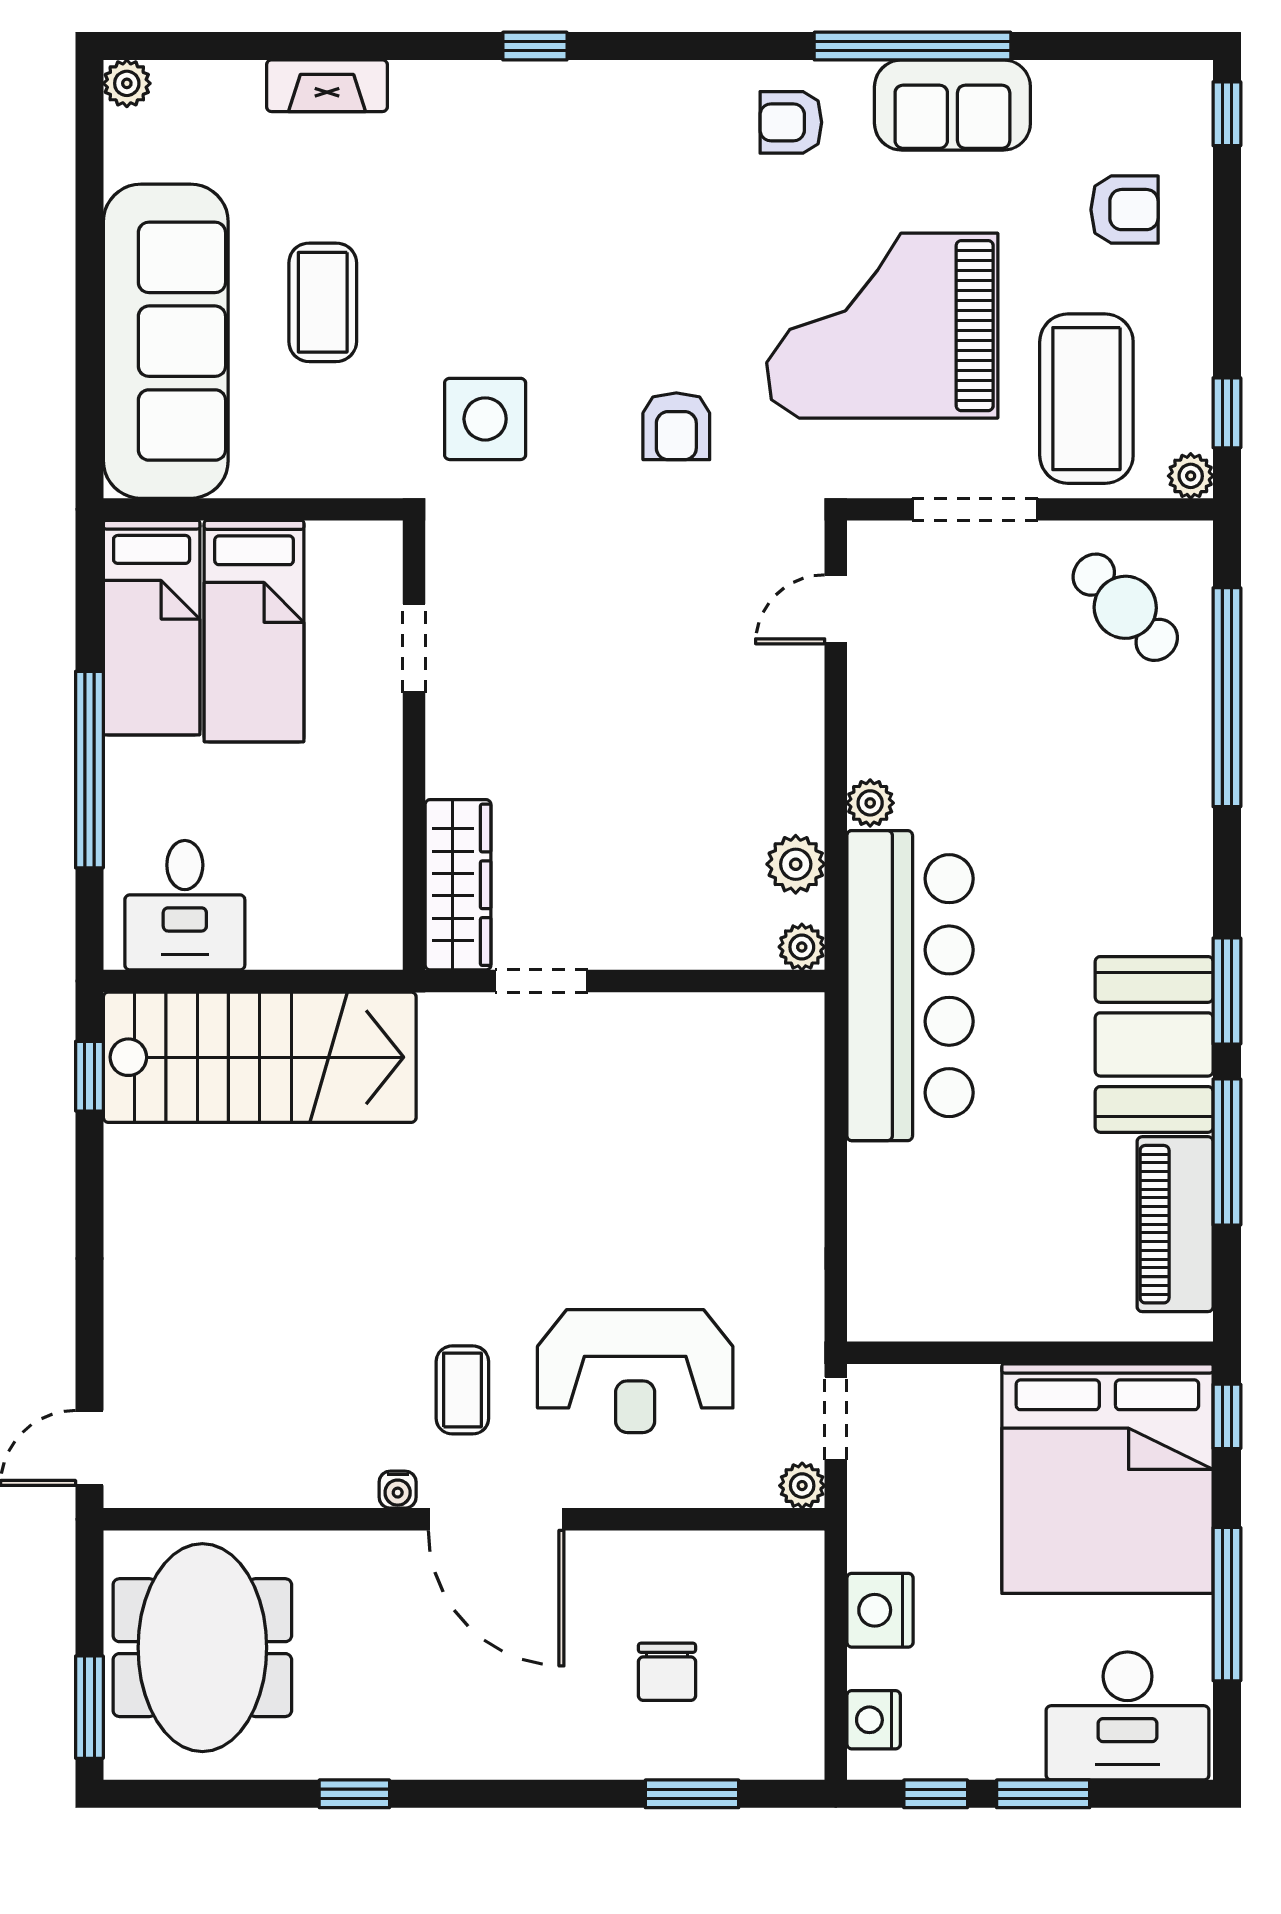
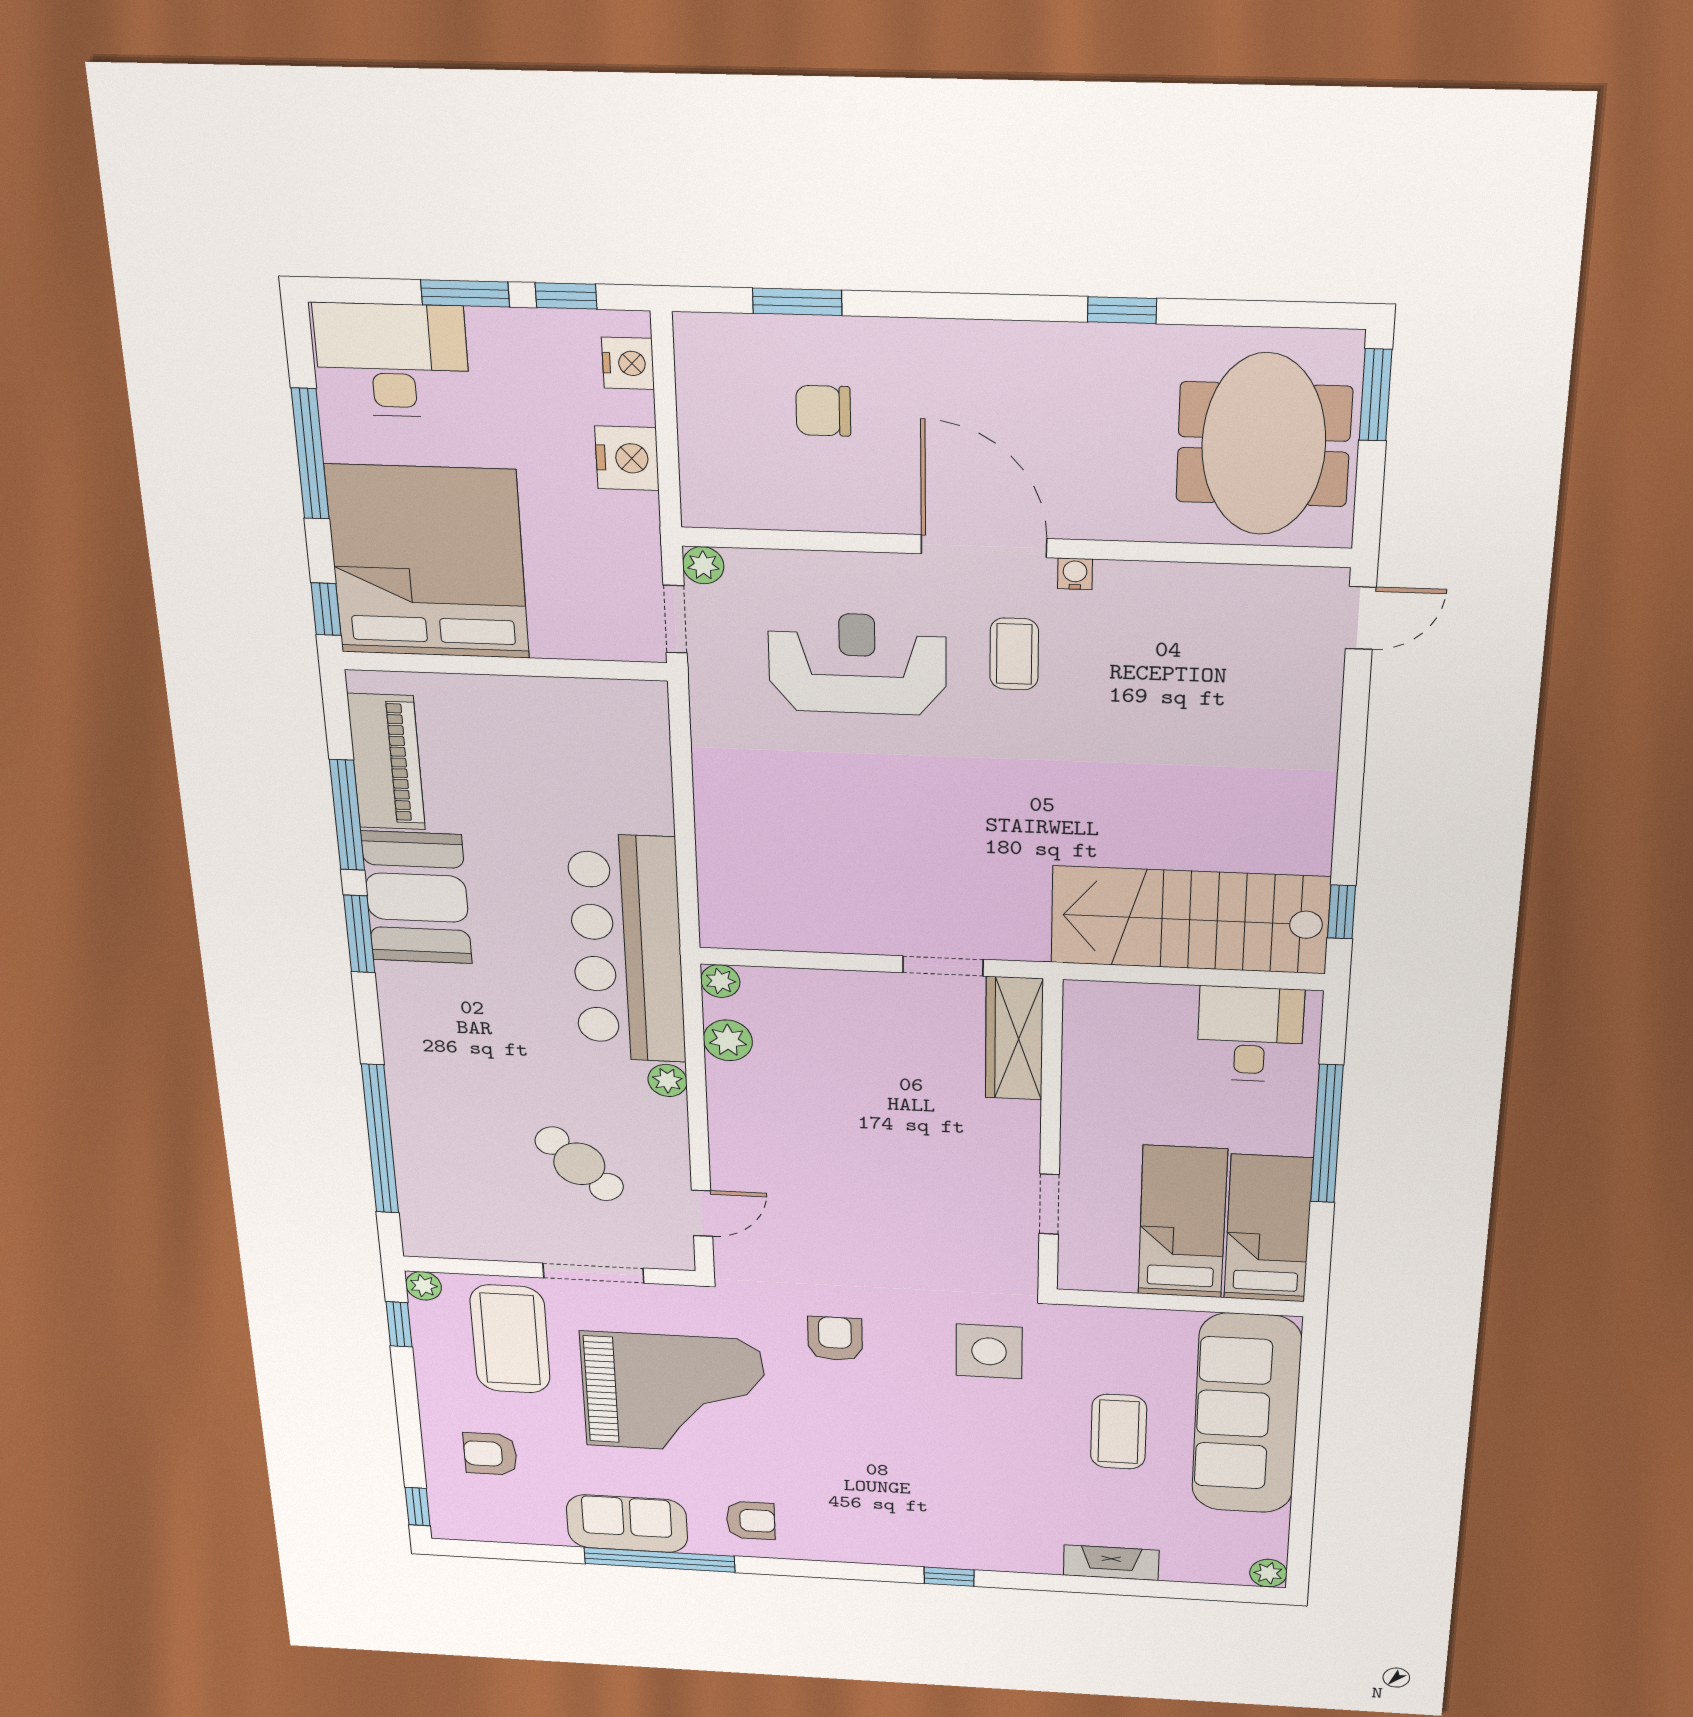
cafe table: (1125, 607) -> (579, 1164), moved
chair: (667, 1672) -> (823, 411), turned -90

